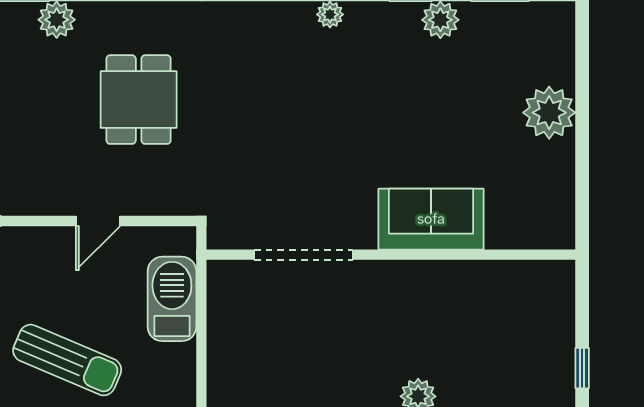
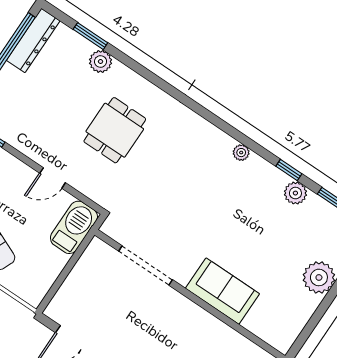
barbecue: (172, 299) -> (74, 227), moved

